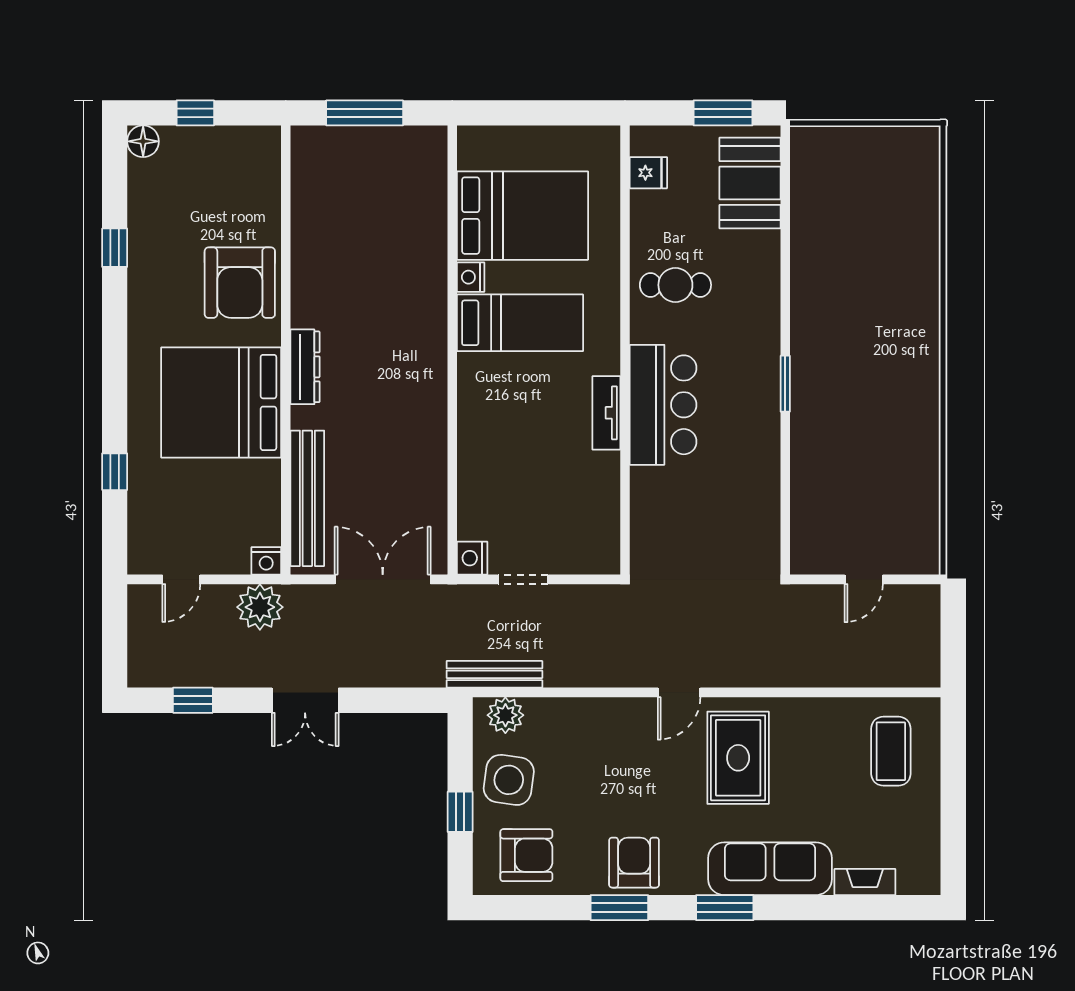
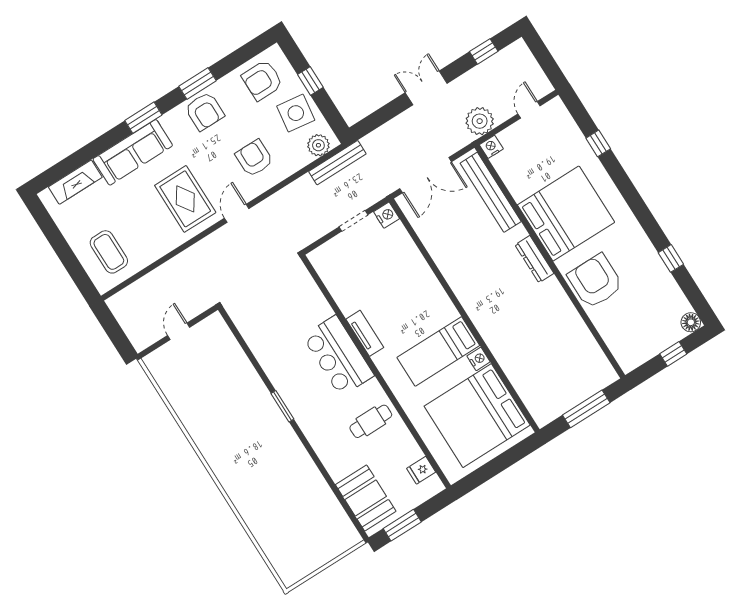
bed: (523, 216) -> (477, 416), width x1.36
armchair: (606, 754) -> (254, 158), added
fireplace: (865, 882) -> (75, 182), width x1.37, depth x1.32

